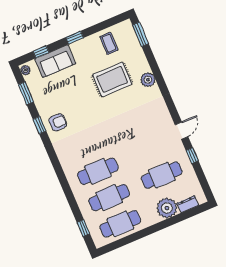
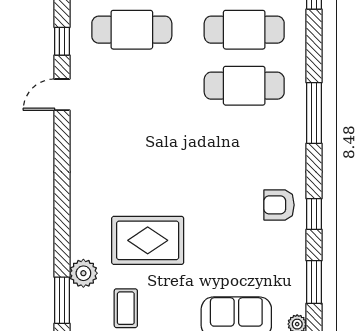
plant: (148, 80) -> (83, 273), moved
window: (60, 172) -> (314, 113), added

